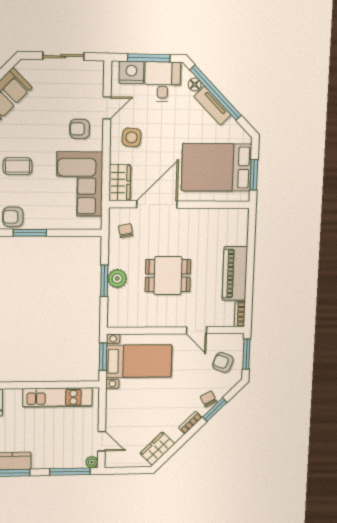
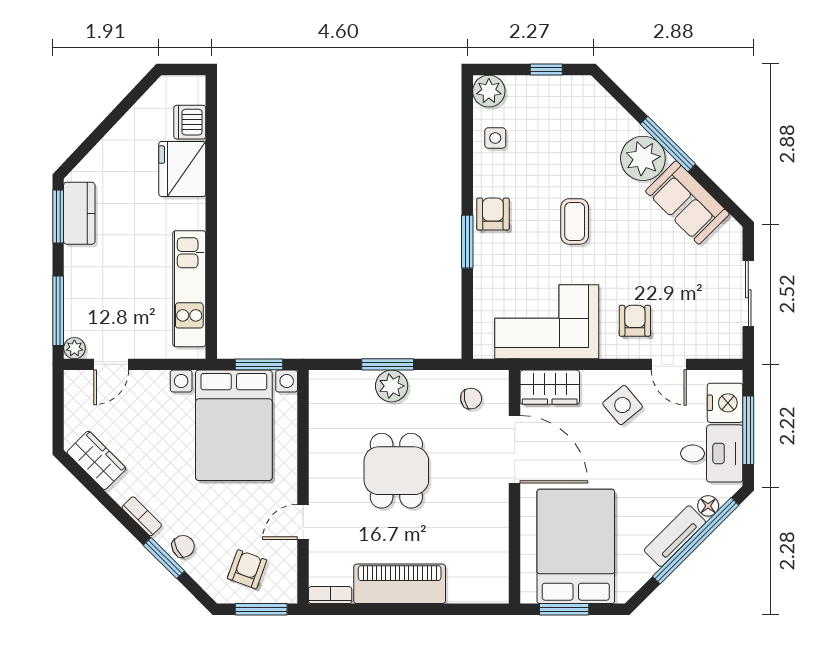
side table: (132, 137) -> (623, 405), turned 45
bed with nightstands: (139, 361) -> (234, 425), width x1.36

